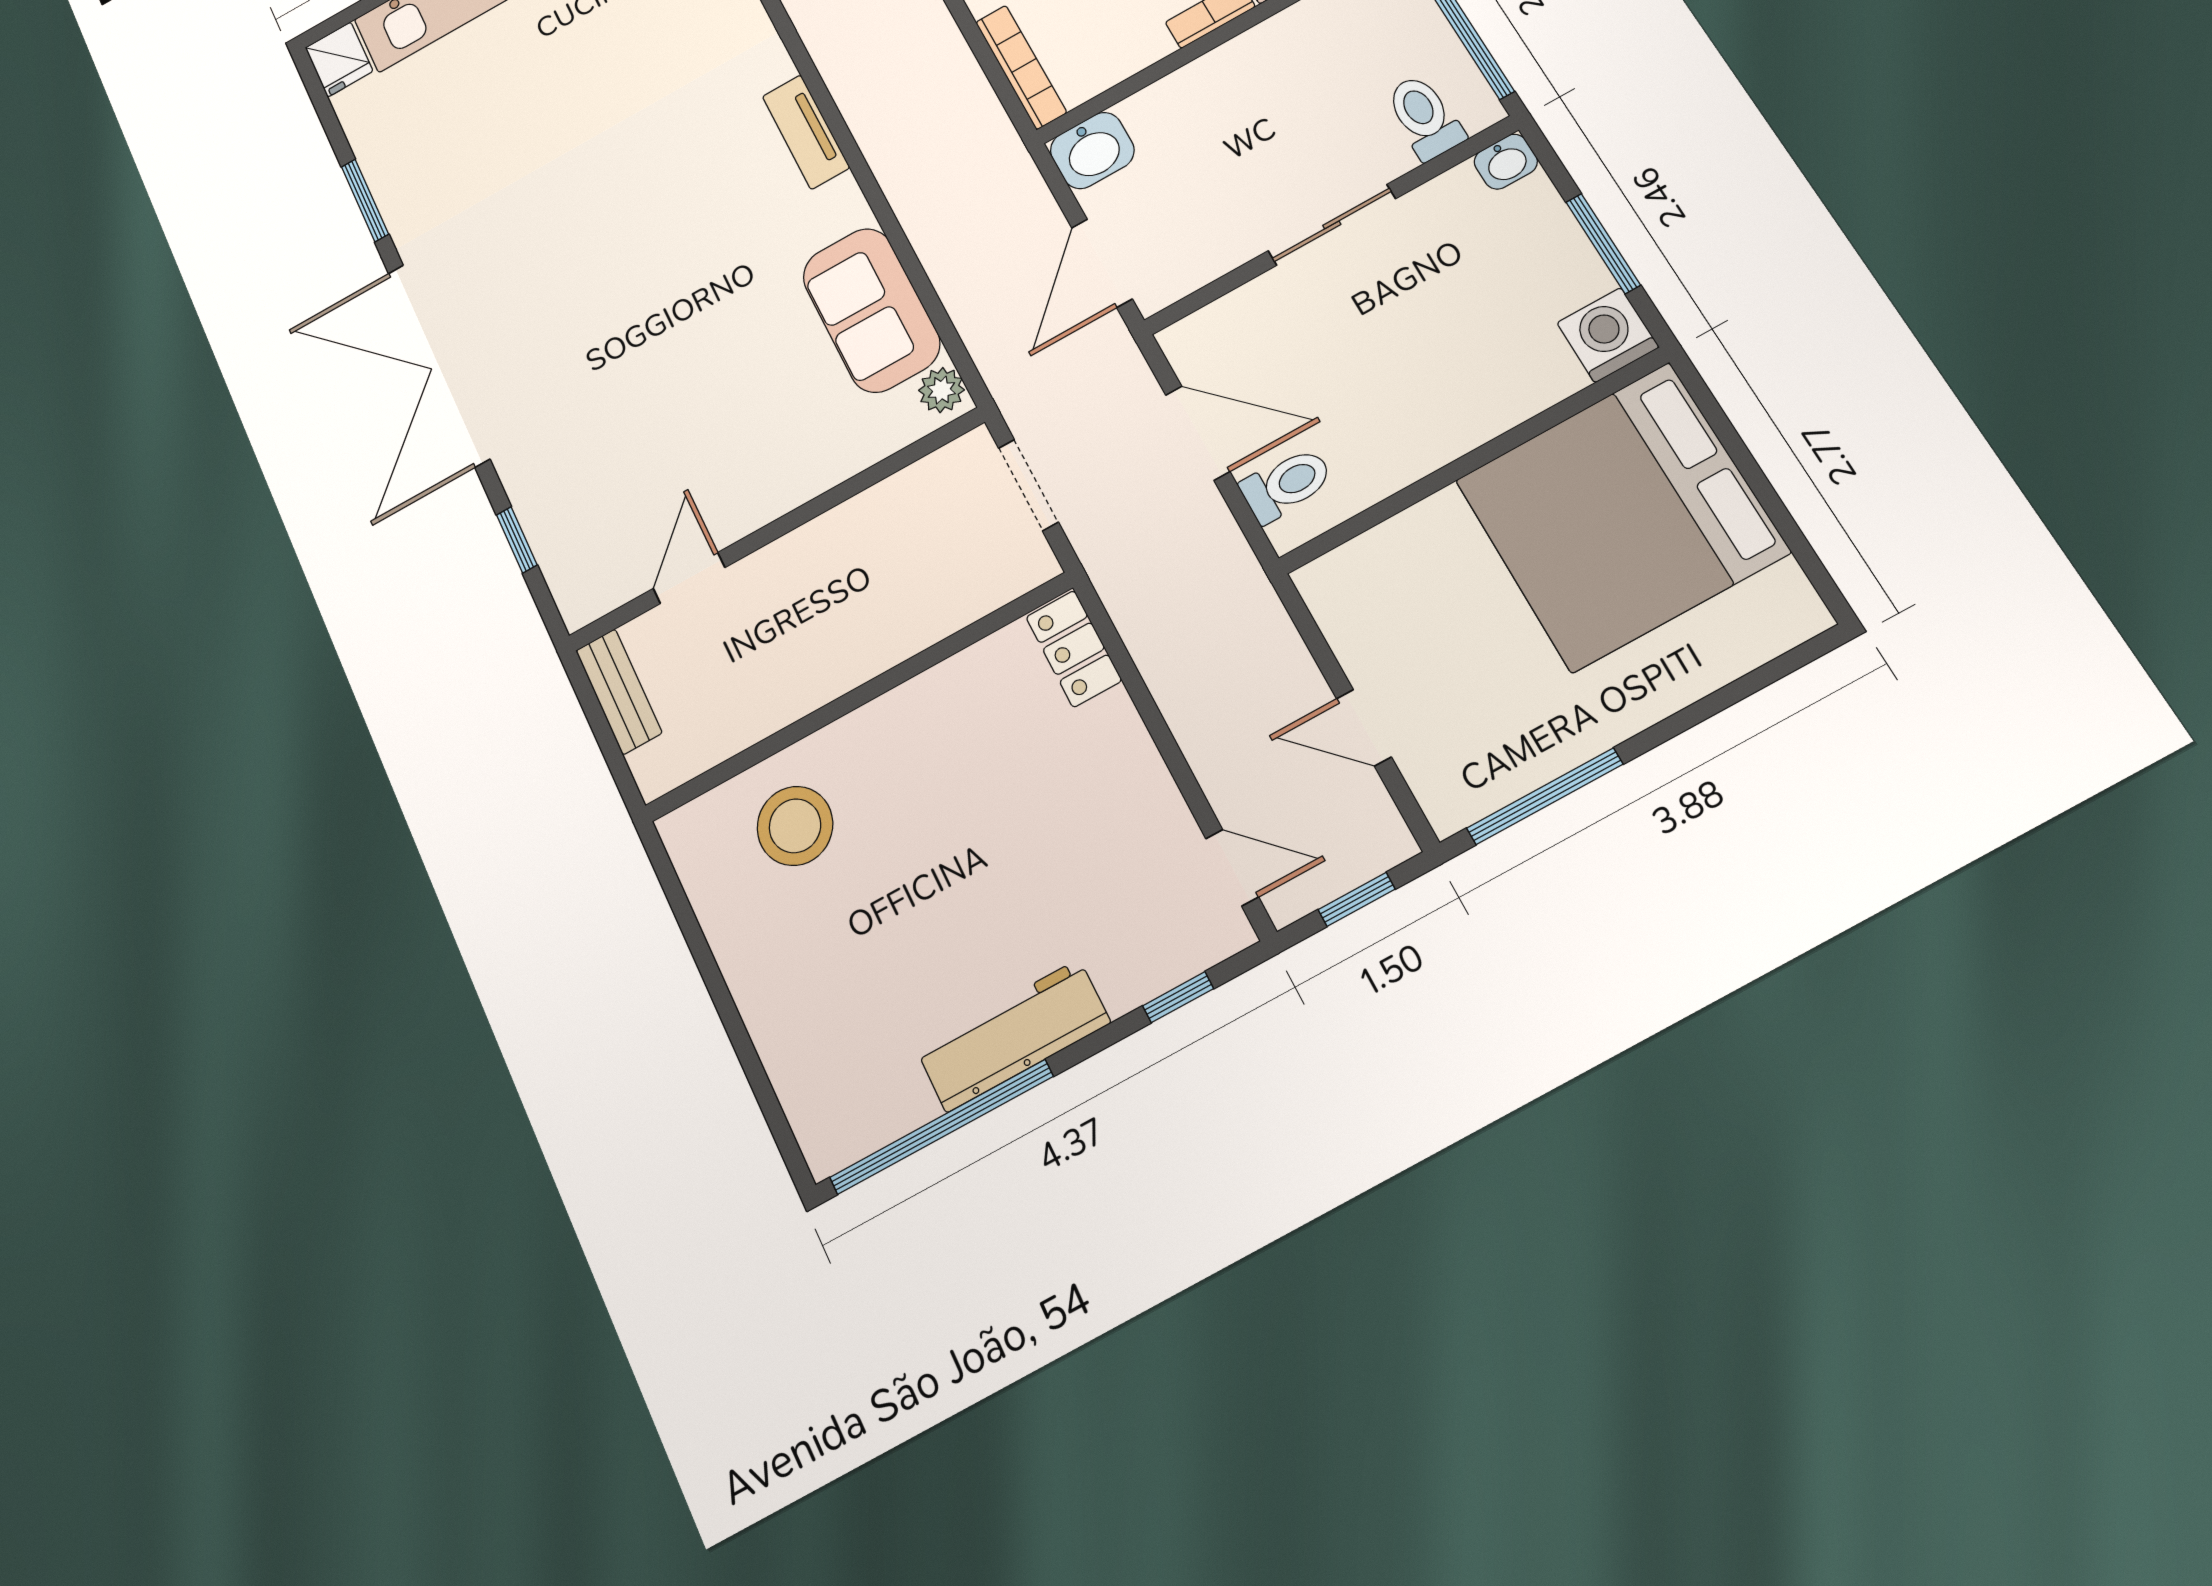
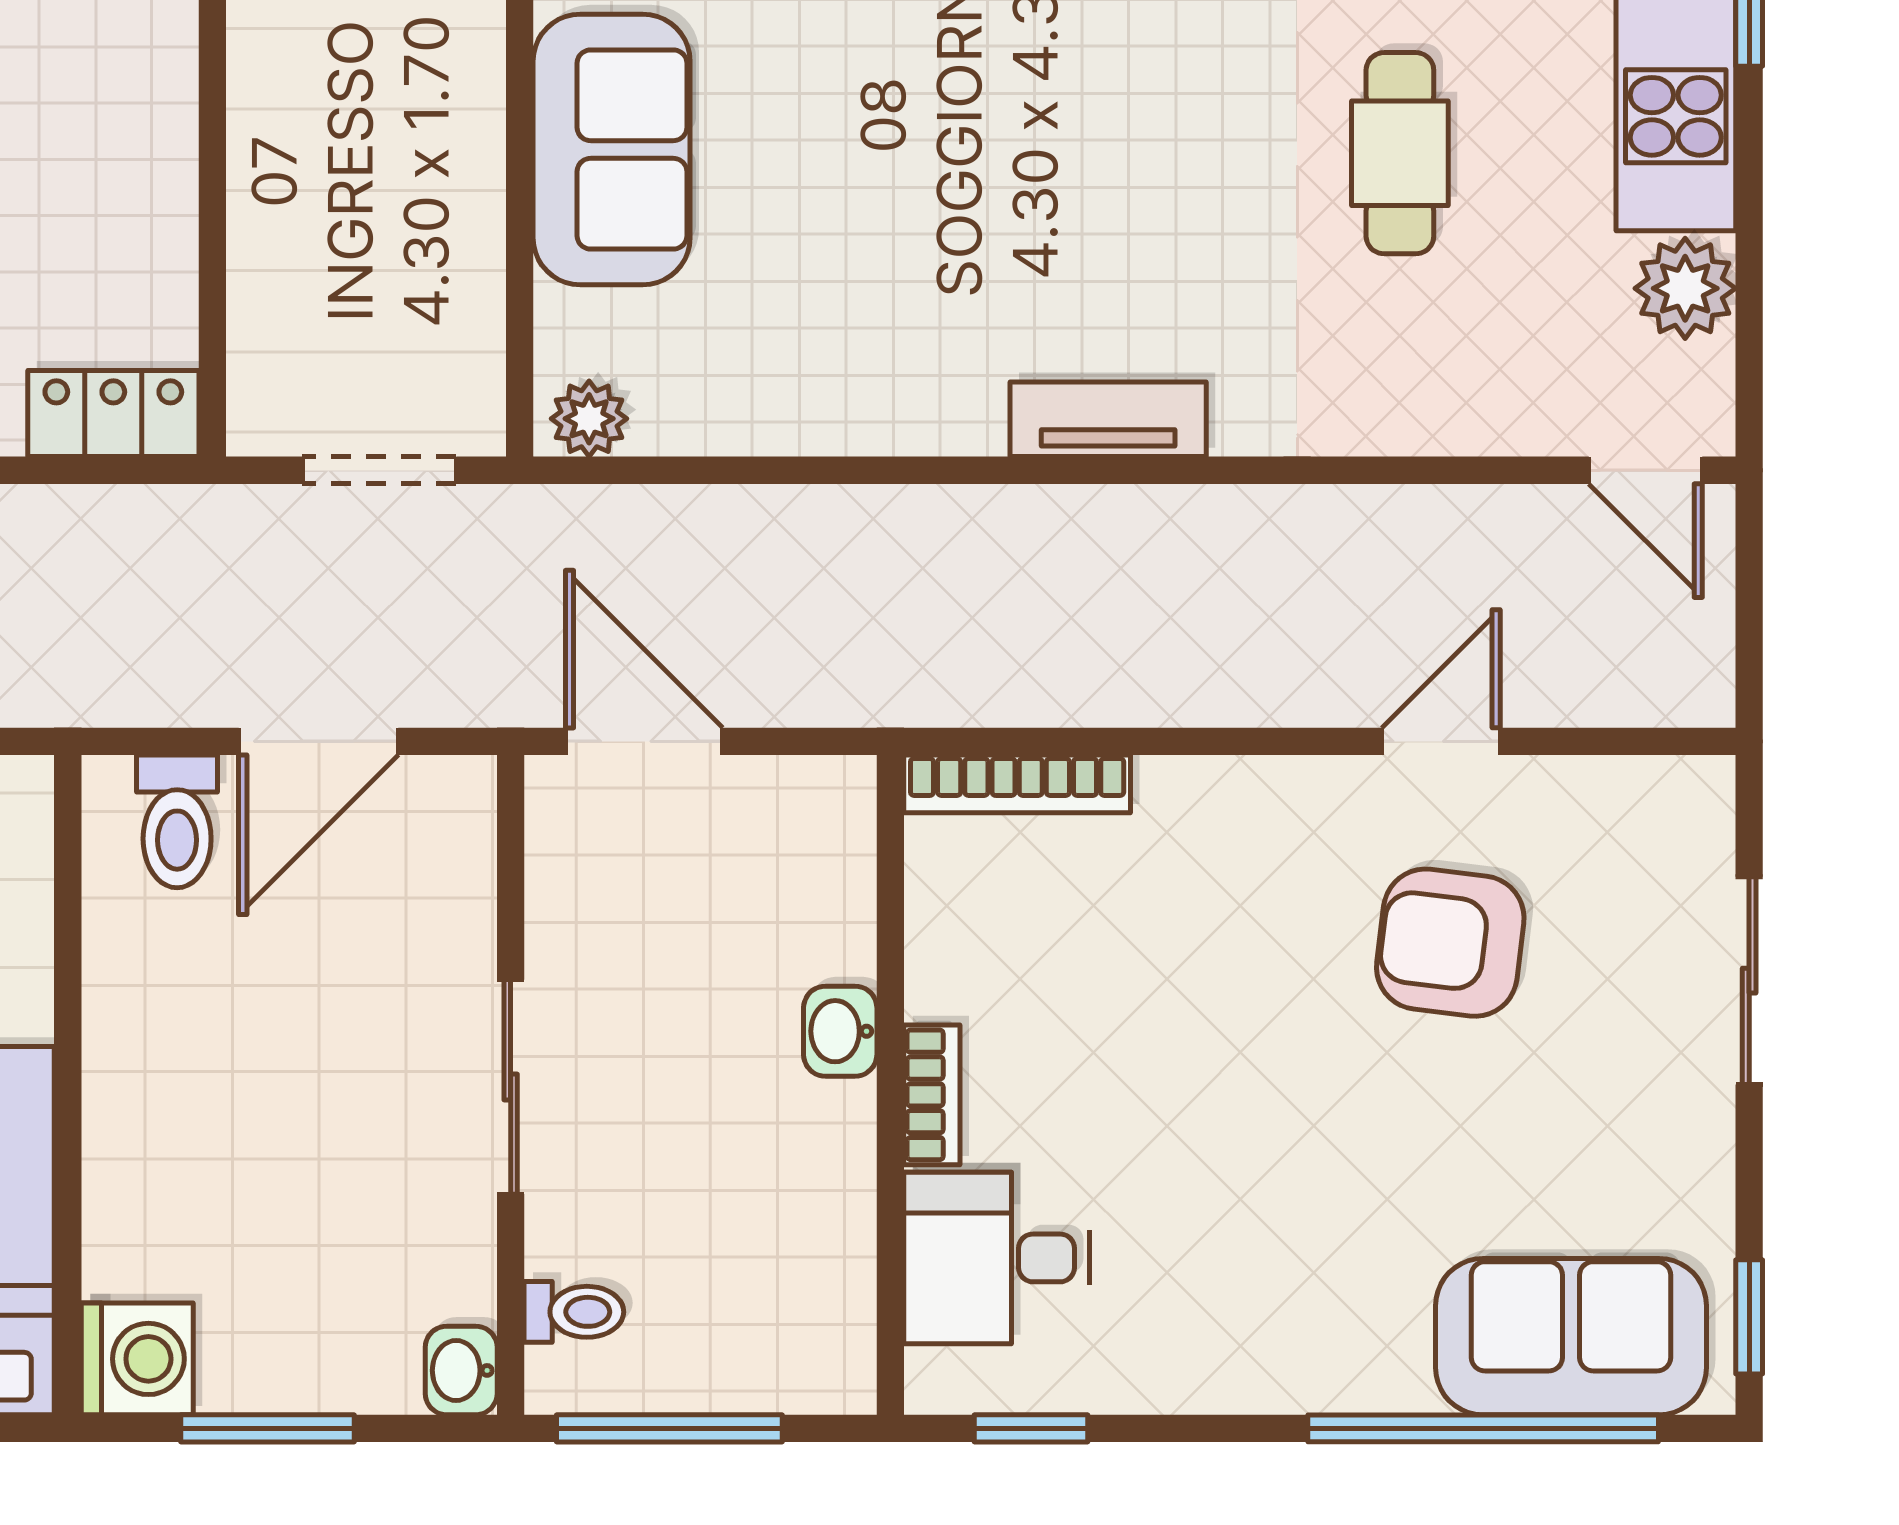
cafe table: (599, 73) -> (1400, 153), added
toilet: (1424, 117) -> (574, 1312), width x0.73, depth x0.72
washbasin: (1092, 150) -> (840, 1031), moved, width x0.72, depth x0.69
sofa: (871, 310) -> (612, 149), moved, turned 90

